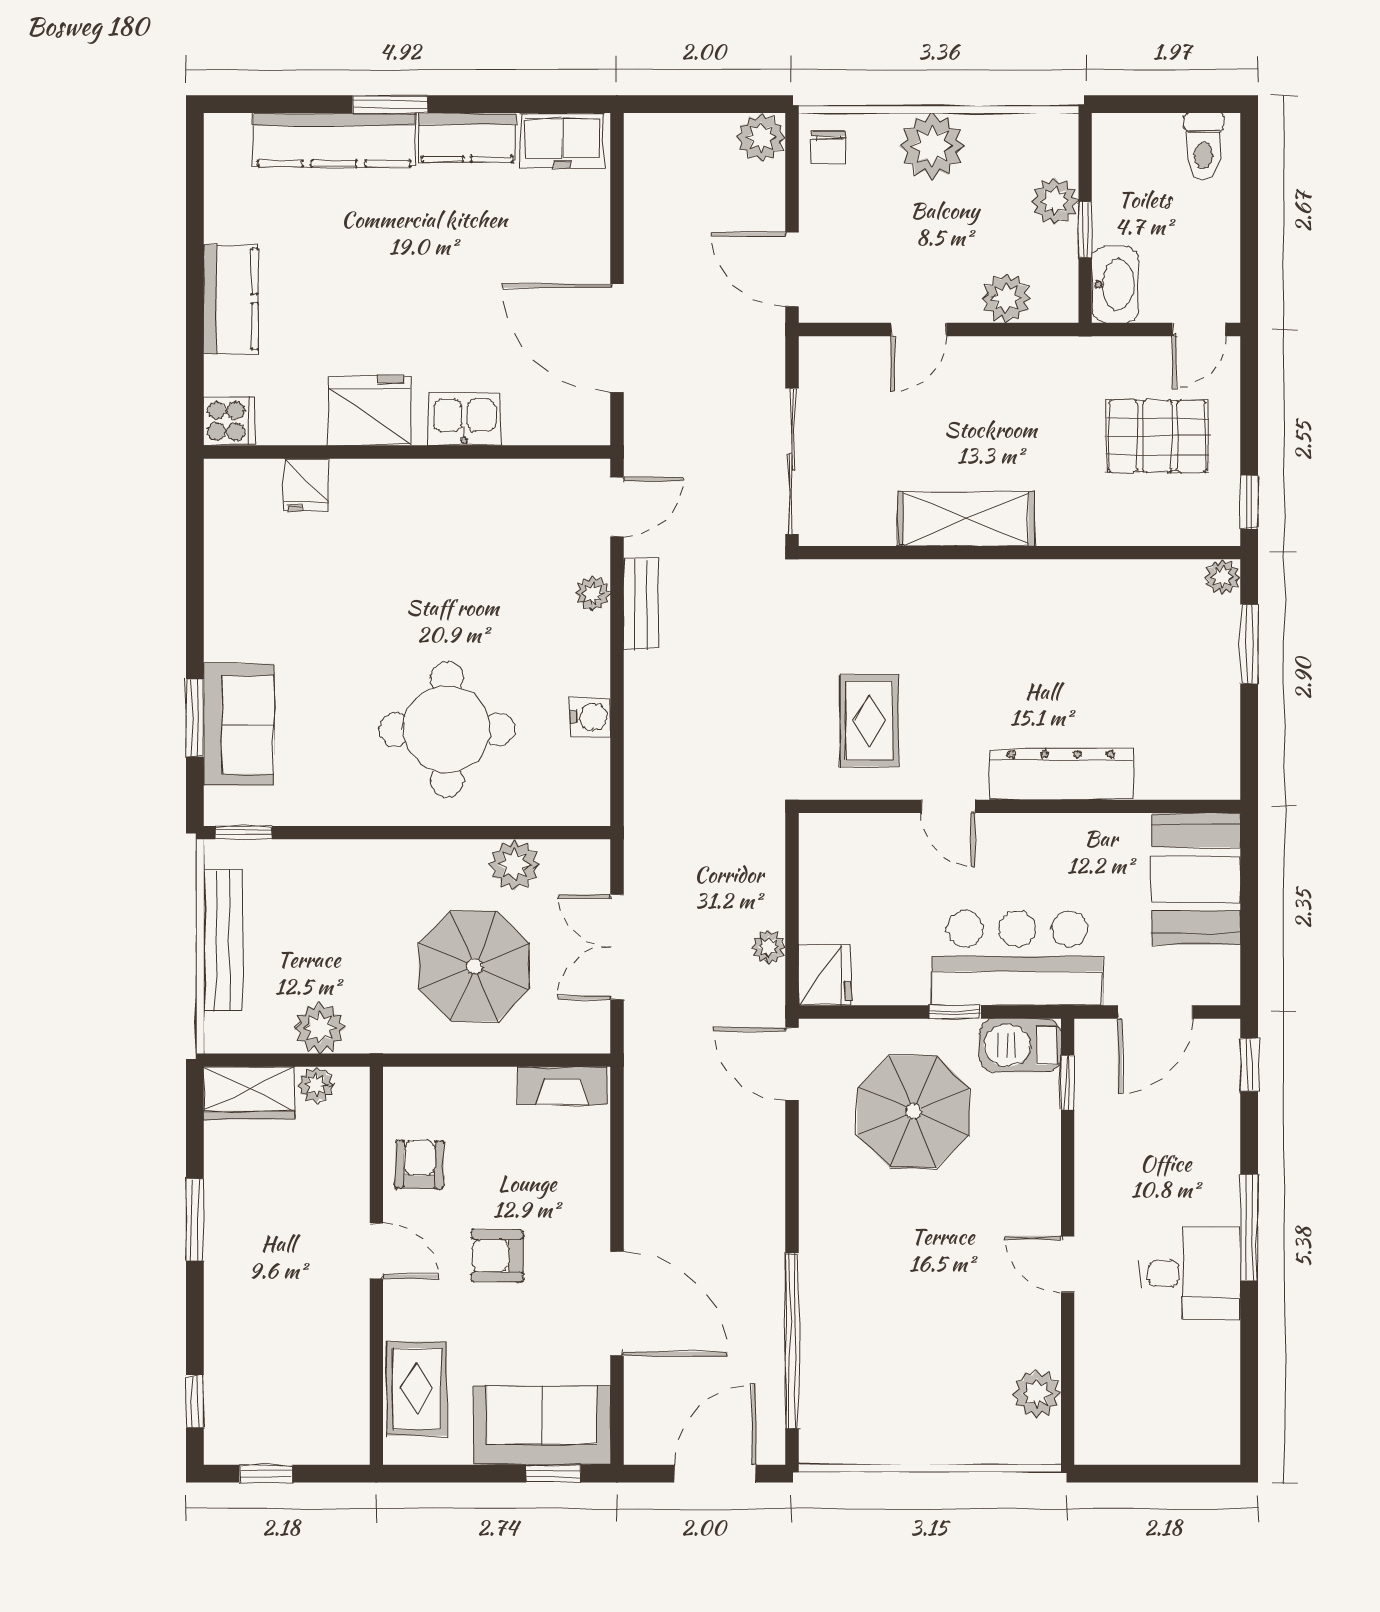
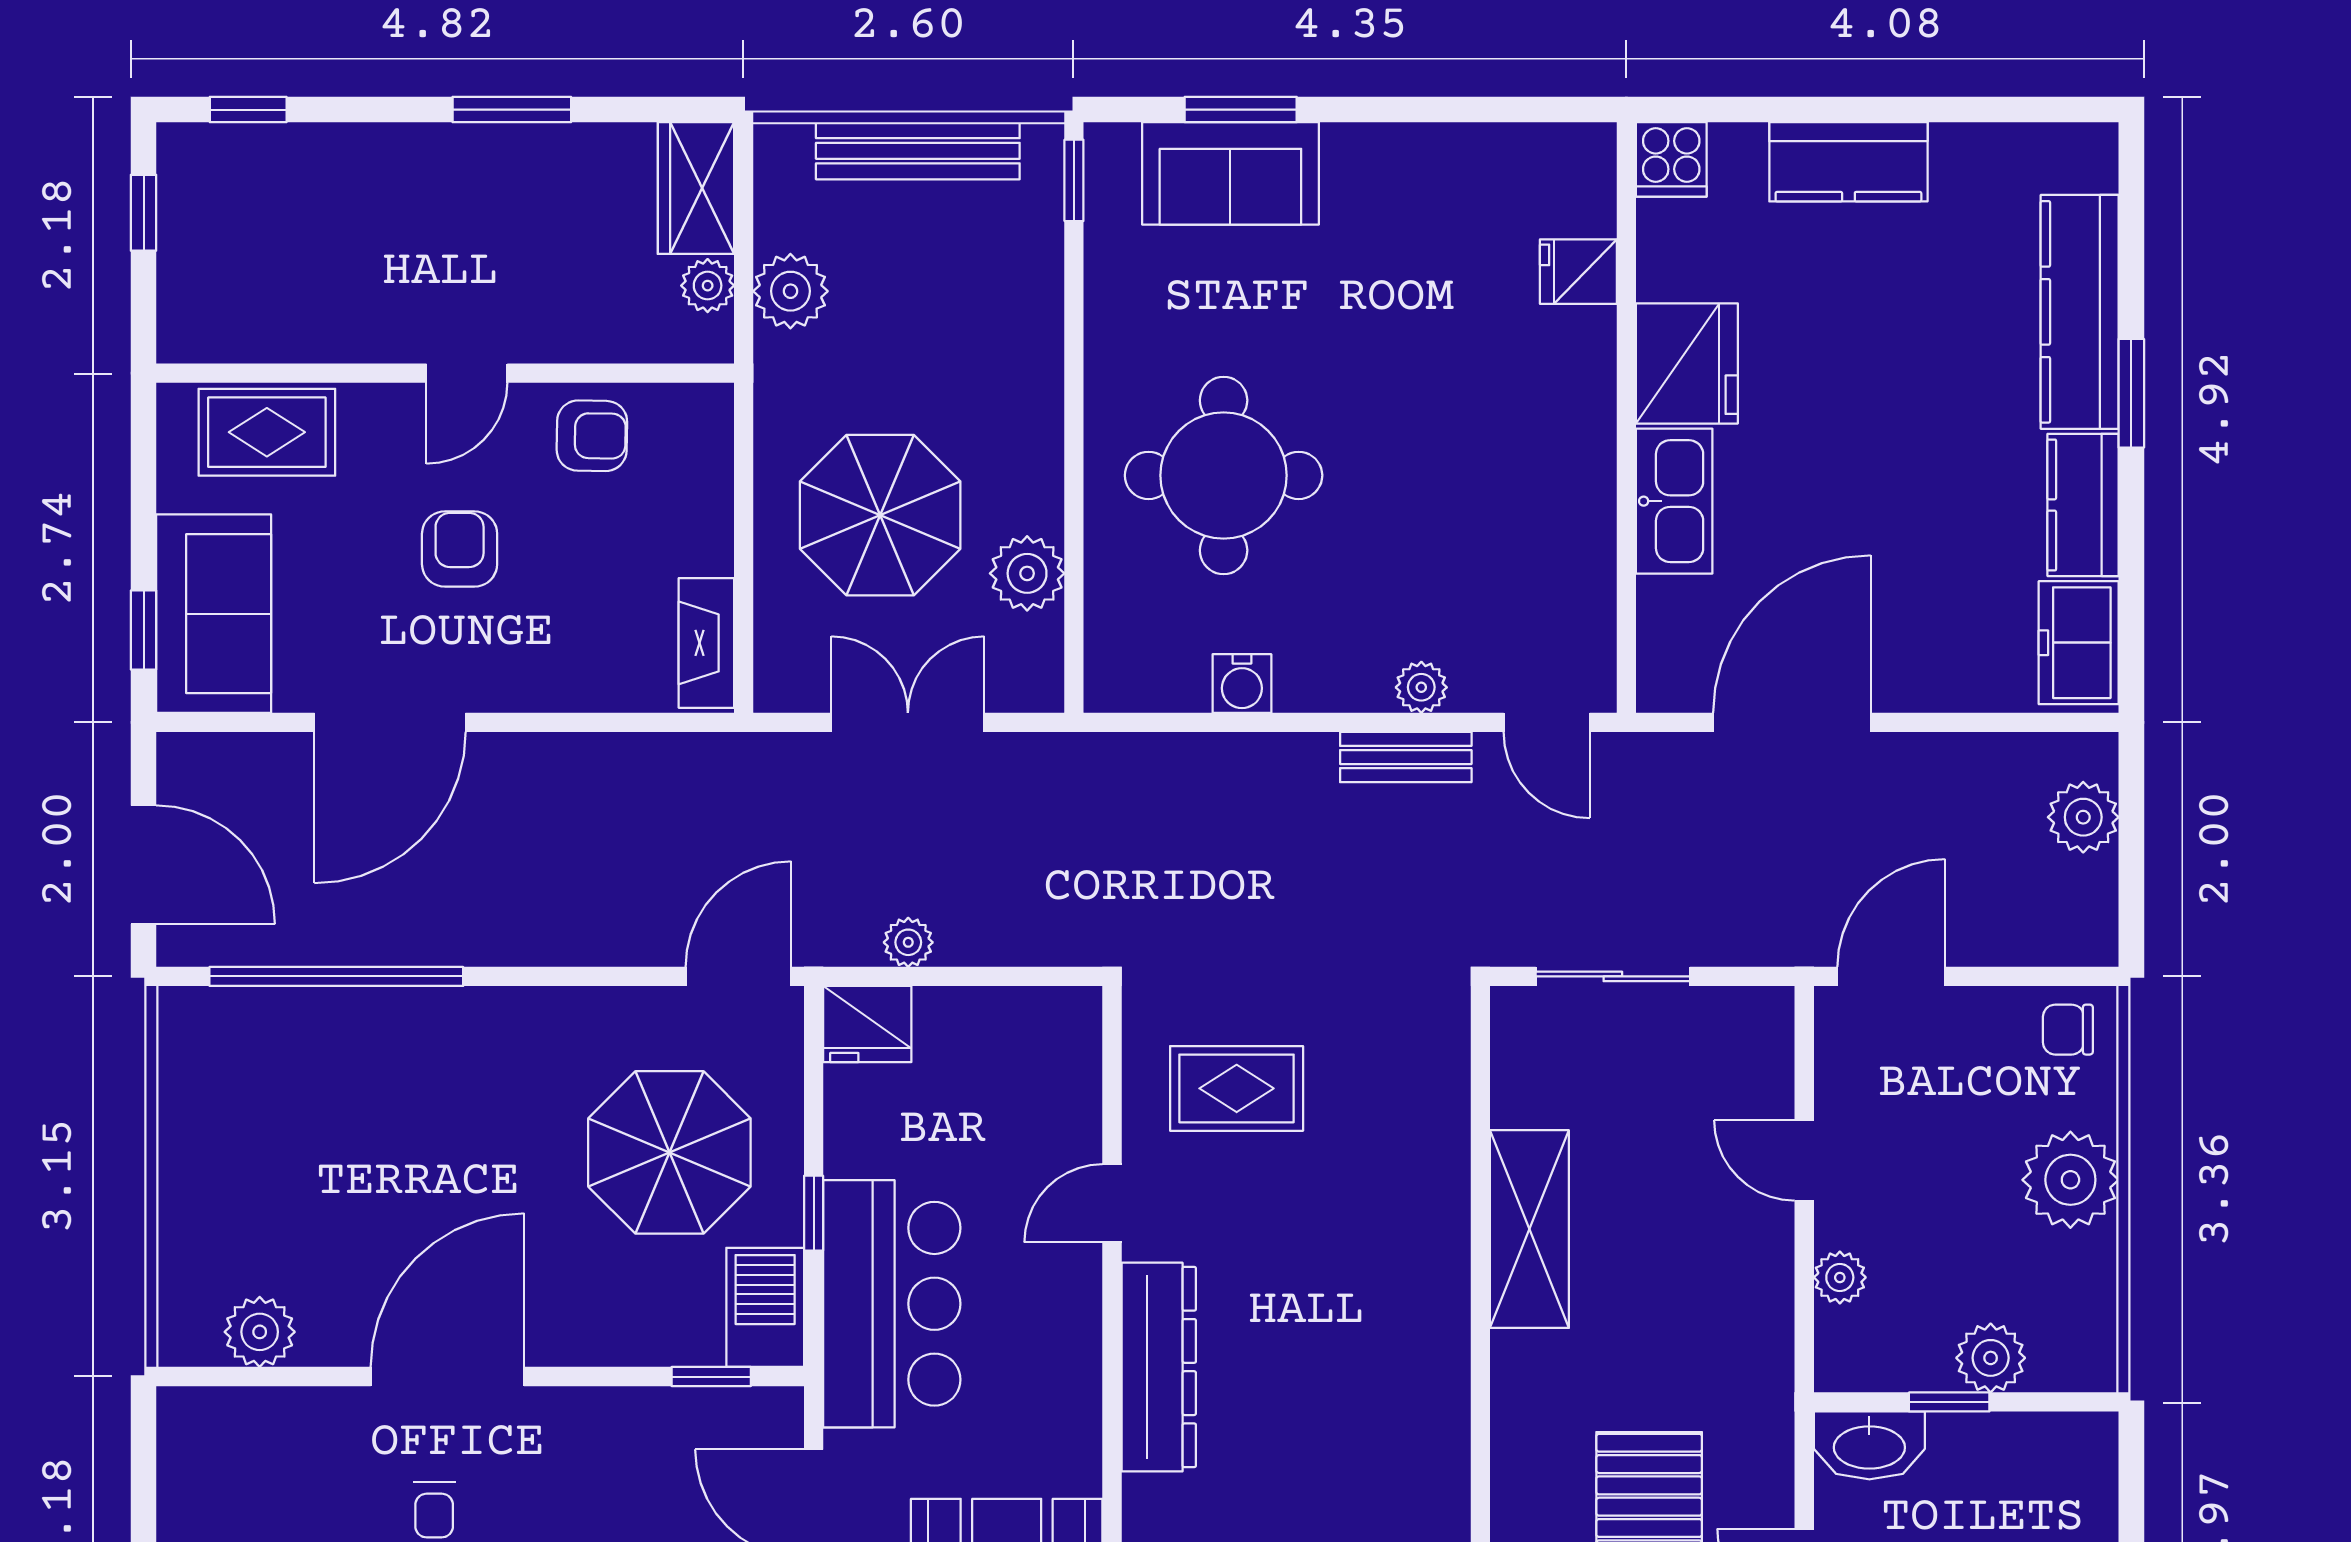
plant: (761, 137) -> (2083, 817), moved
plant: (1006, 298) -> (1840, 1277), width x0.73, depth x0.73
kitchen sink: (465, 419) -> (1674, 501), width x1.38
sliding door: (792, 461) -> (1613, 976), width x0.73
door: (1068, 1264) -> (447, 1377), width x1.88

